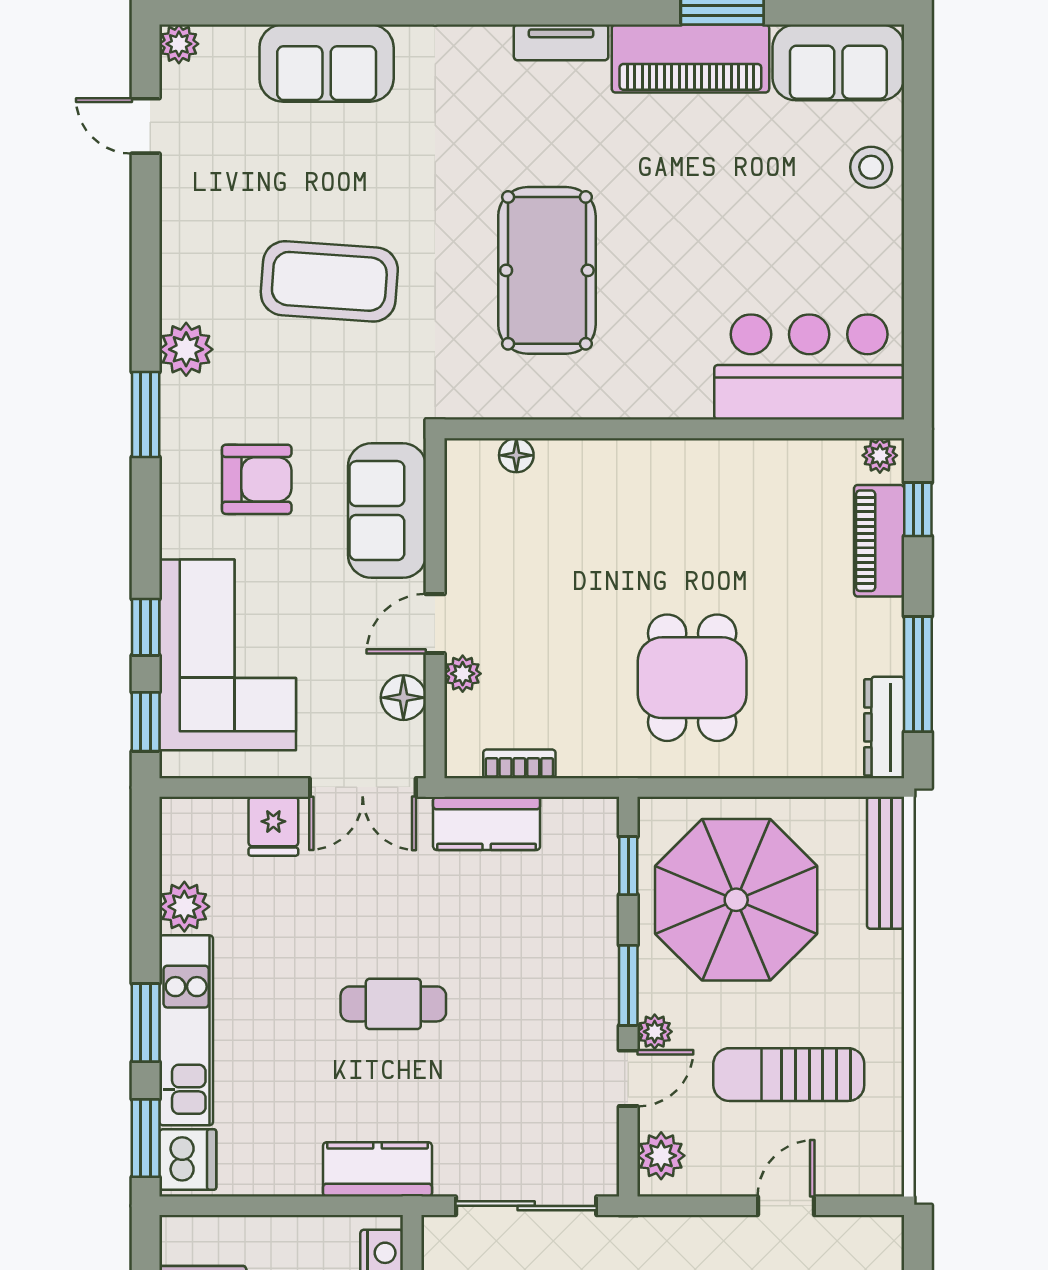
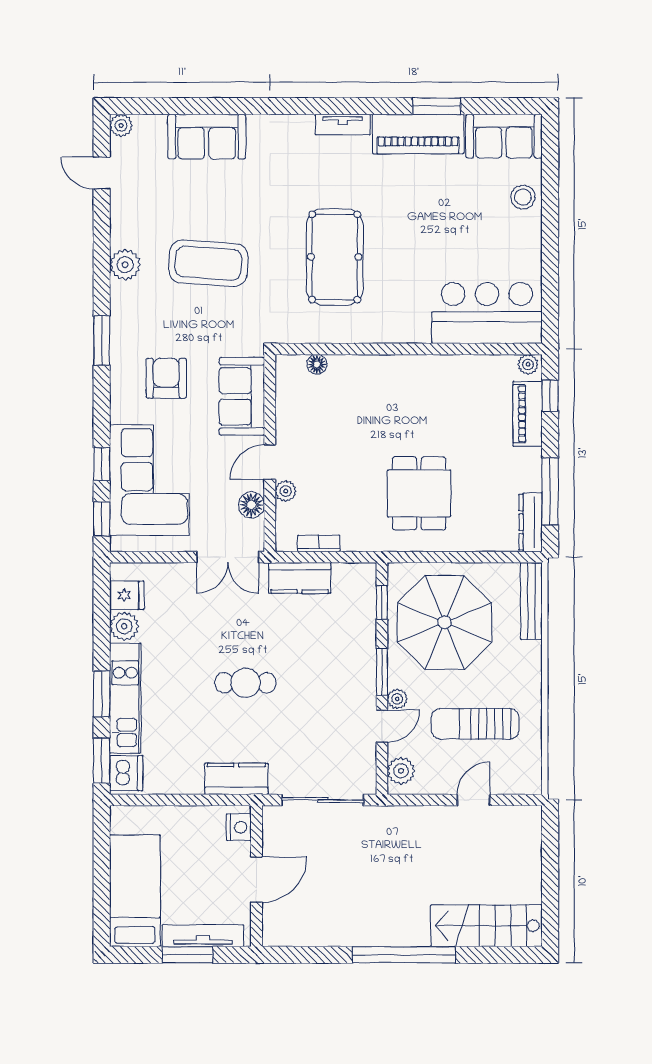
plant: (186, 349) -> (125, 265), moved
armchair: (257, 479) -> (166, 378), turned -90
fridge: (273, 826) -> (127, 595), moved, turned -90

